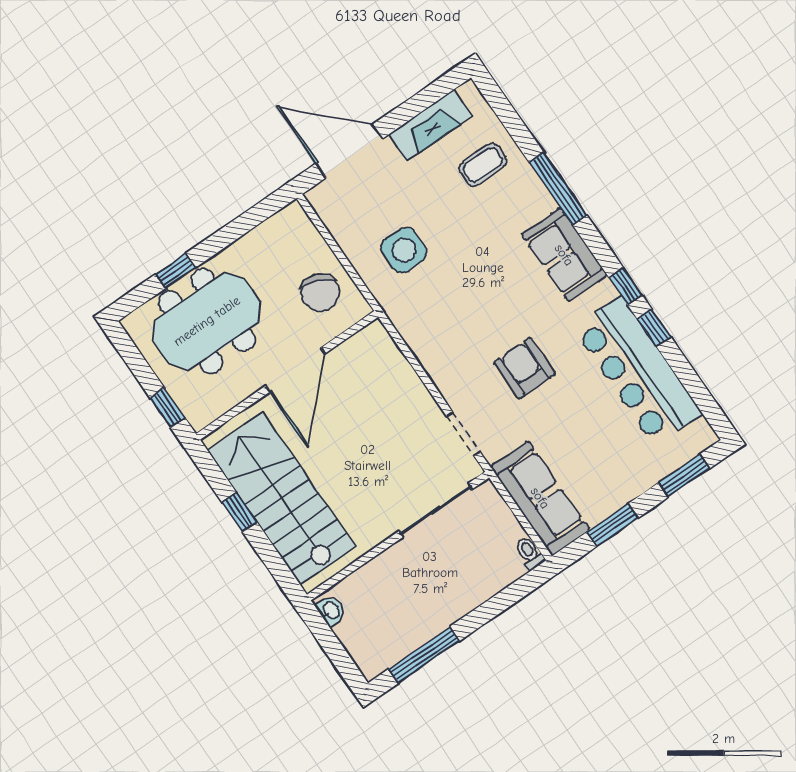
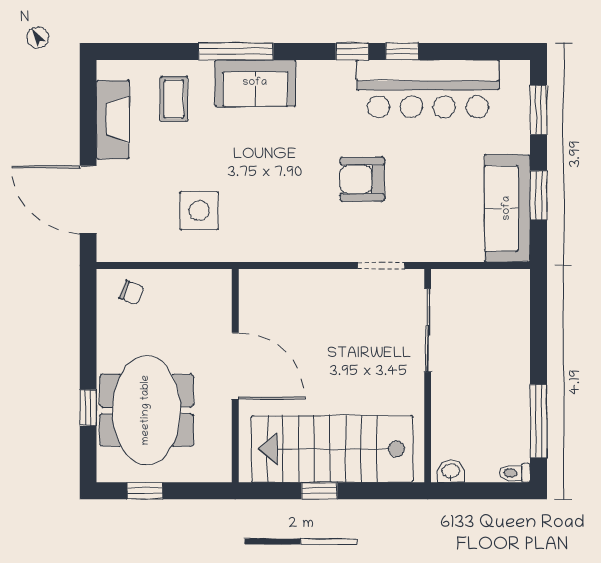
door: (349, 151) -> (88, 200), hinge flipped
sofa: (564, 255) -> (255, 83), moved
chair: (320, 292) -> (131, 293), moved, width x0.54, depth x0.54
window: (167, 408) -> (145, 491), moved
sofa: (540, 498) -> (507, 208), moved, turned -90
toilet: (529, 553) -> (515, 473), moved

